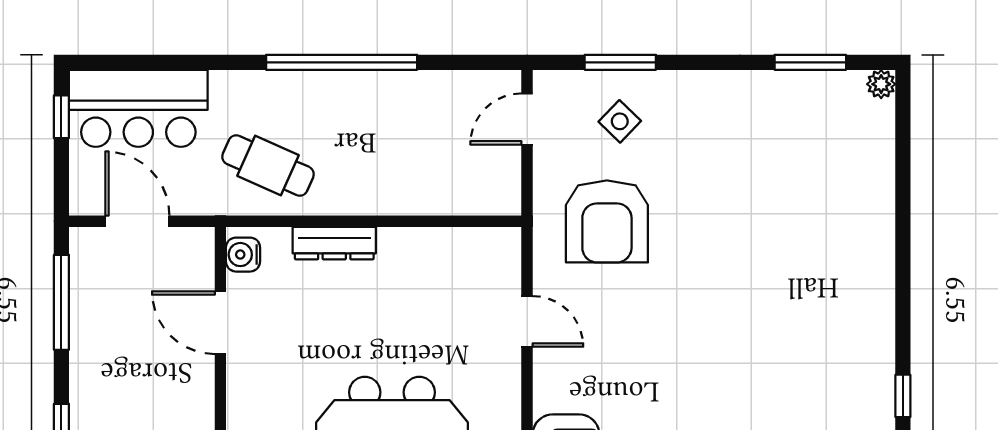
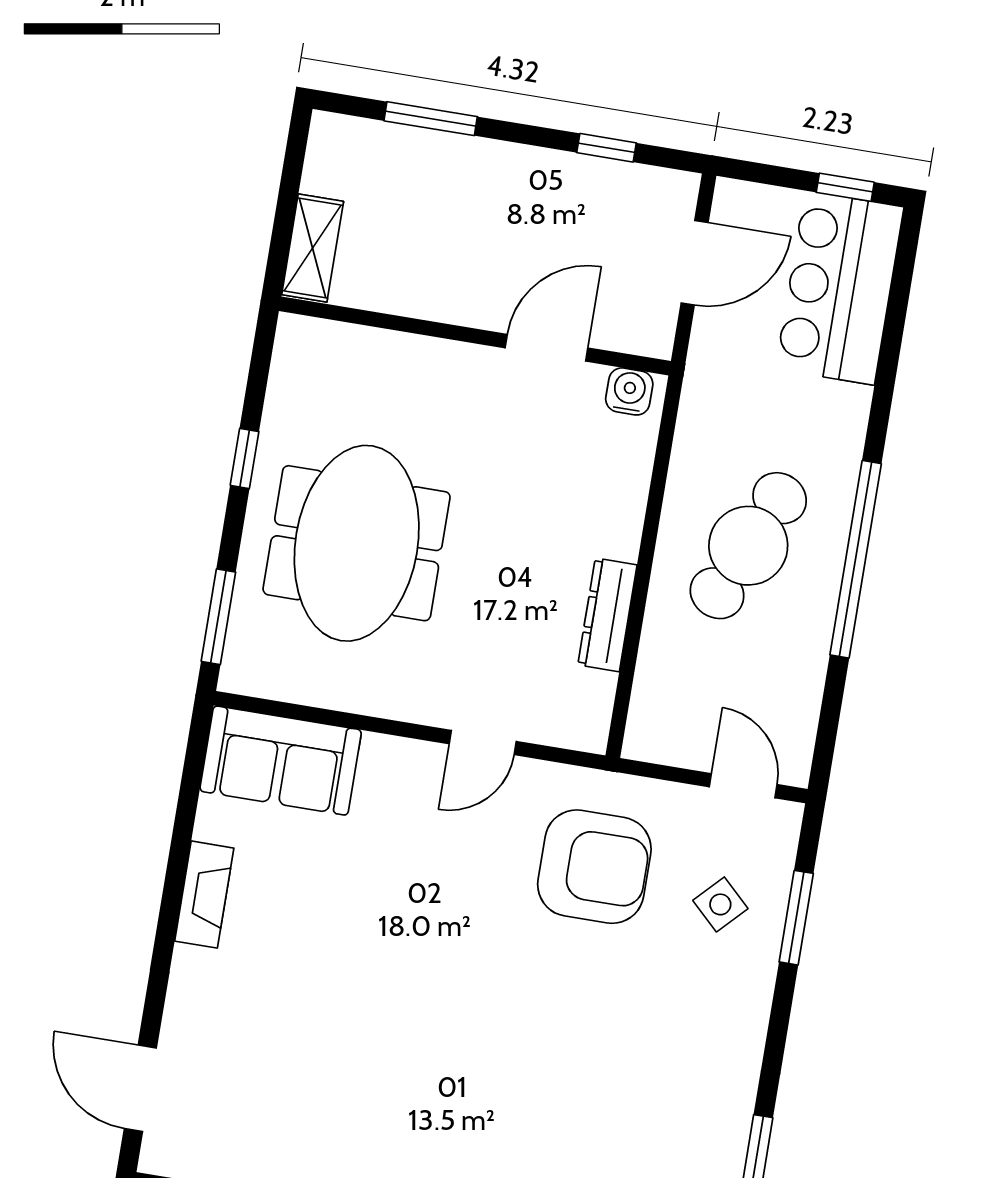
cafe table: (268, 165) -> (748, 546), moved, width x1.37, depth x1.35
armchair: (607, 221) -> (594, 867), turned 180
dresser: (334, 243) -> (607, 615), moved
window: (61, 302) -> (607, 148), width x0.46

